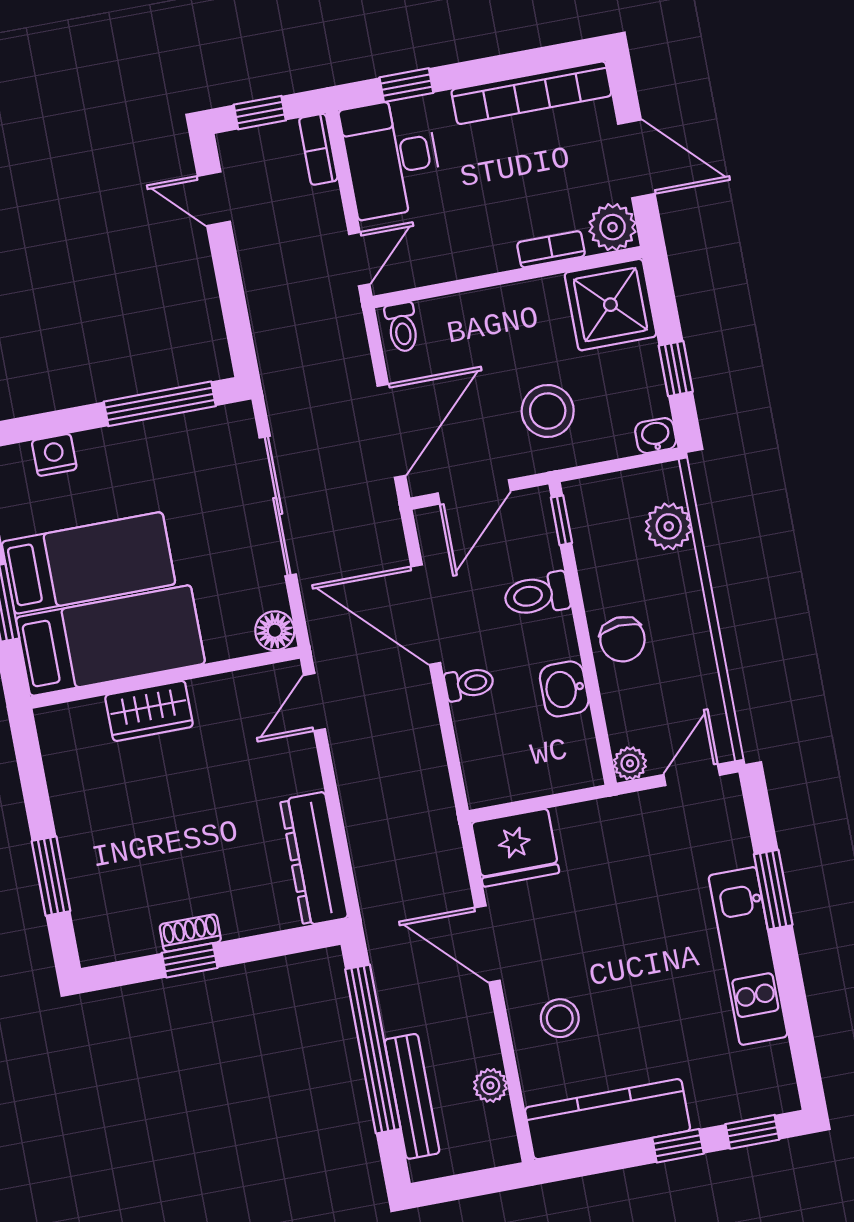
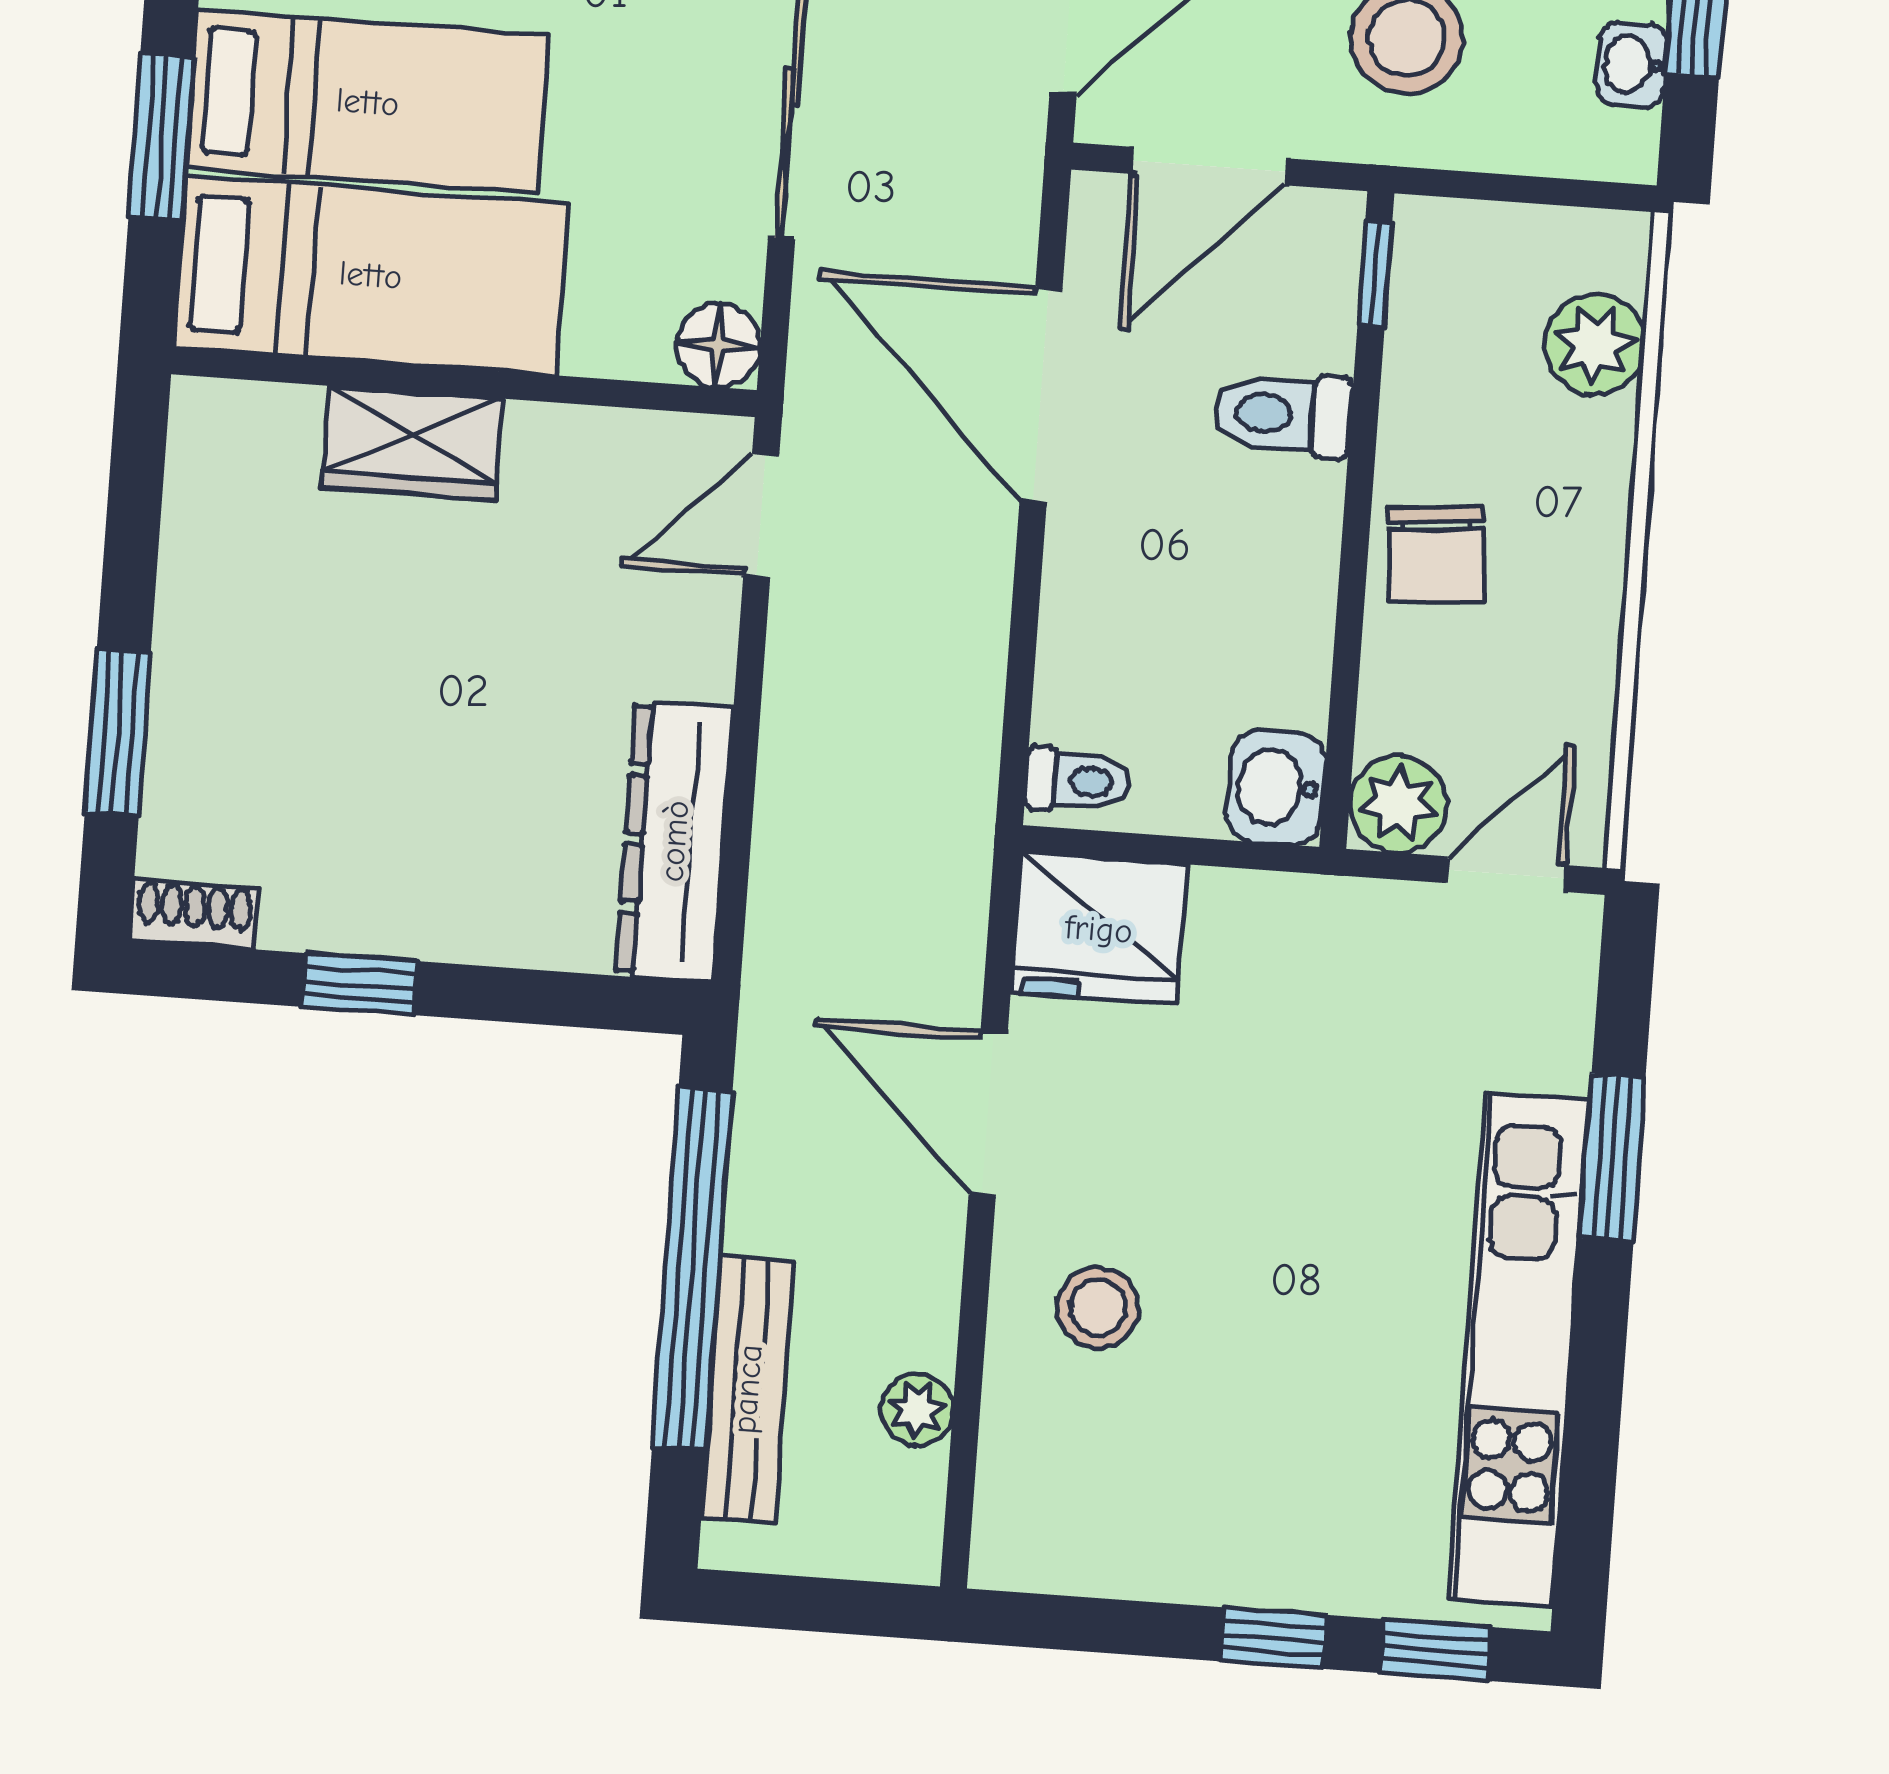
washbasin: (656, 436) -> (1632, 64), moved, turned -90
toilet: (469, 684) -> (1077, 781), moved
washbasin: (564, 689) -> (1276, 787), moved
plant: (630, 763) -> (1398, 804), width x1.38, depth x1.38
shoe rack: (190, 933) -> (194, 914), moved
kitchen unit: (748, 956) -> (1519, 1349), width x1.36
kitchen counter: (608, 1119) -> (1142, 1544), removed

